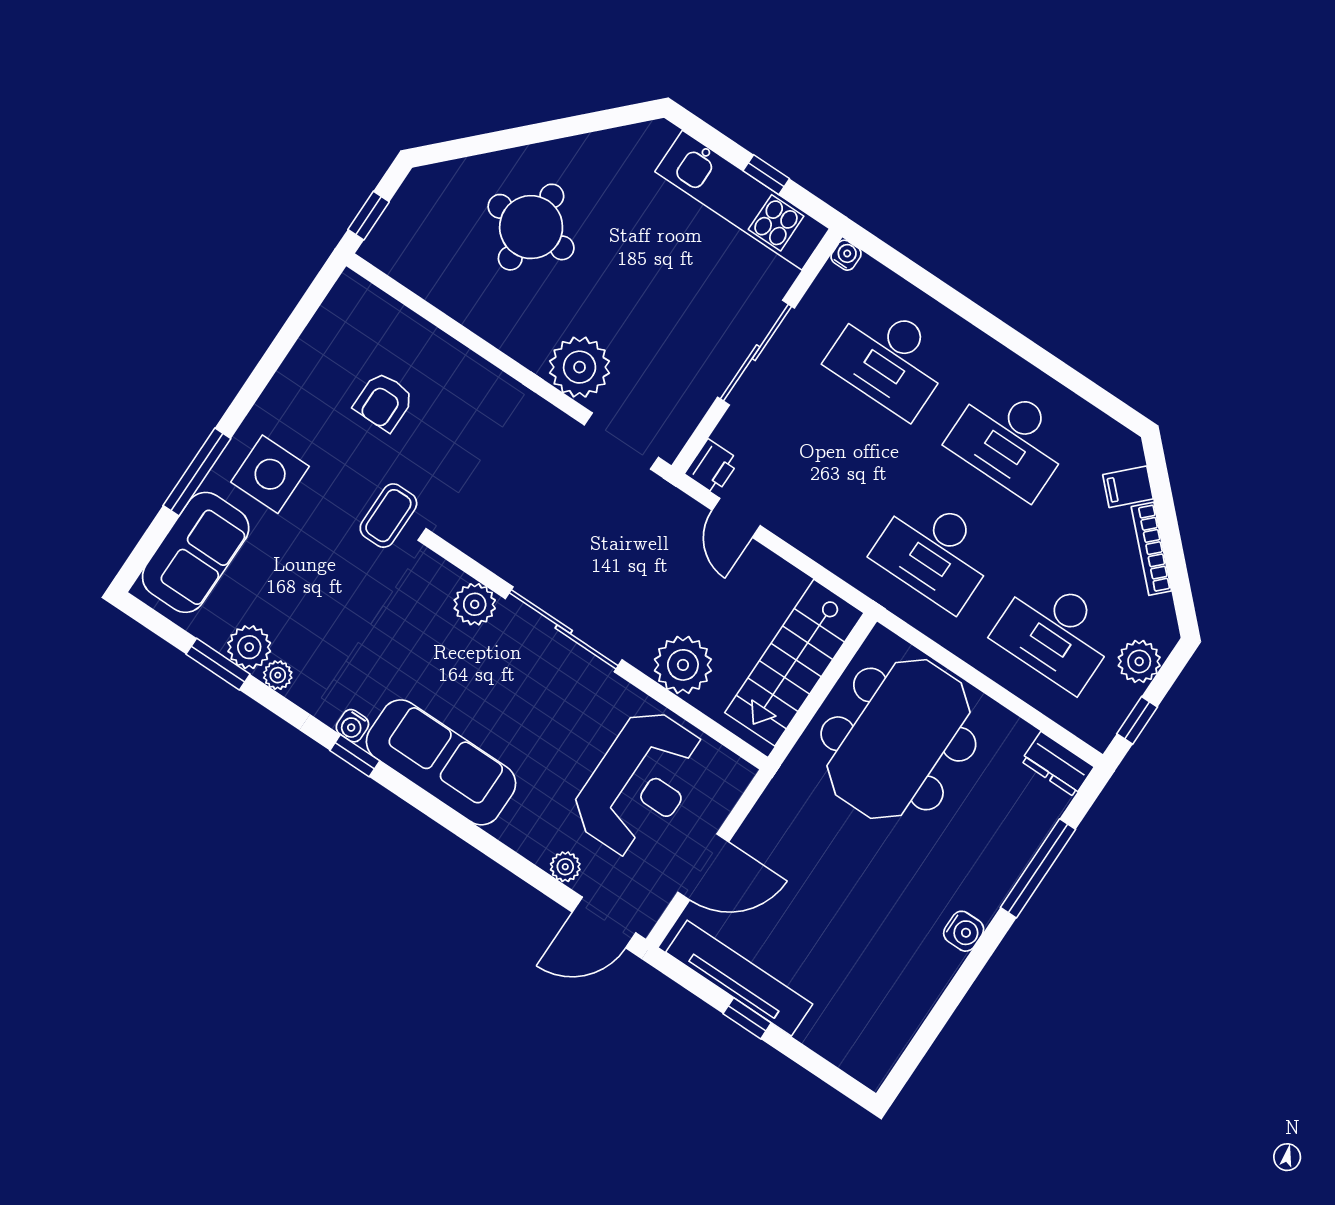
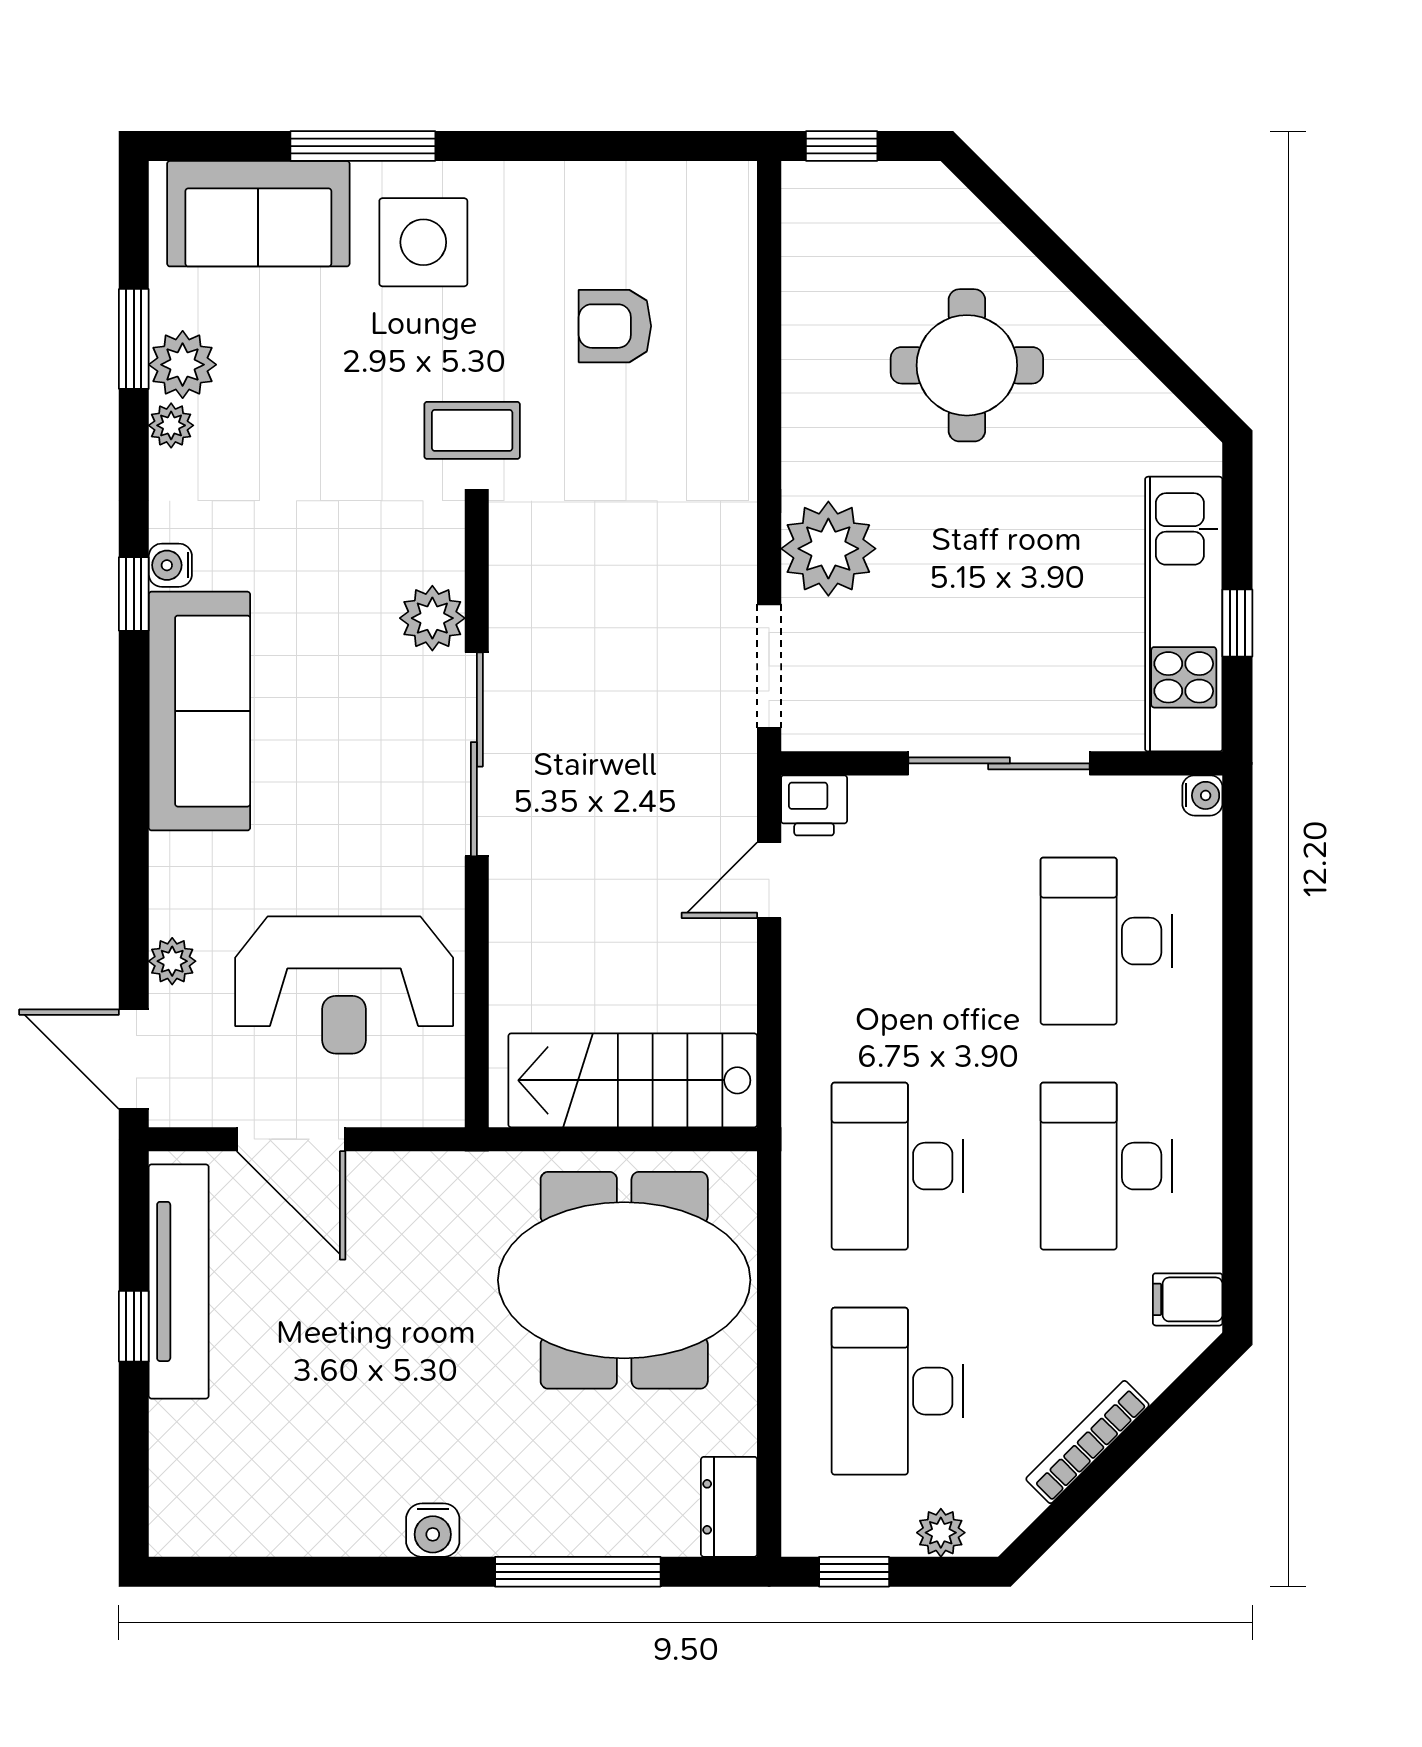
filing cabinet: (1128, 487) -> (1188, 1299), moved, turned -45
plant: (1139, 661) -> (941, 1533), width x0.73, depth x0.73
plant: (683, 665) -> (534, 939), removed

